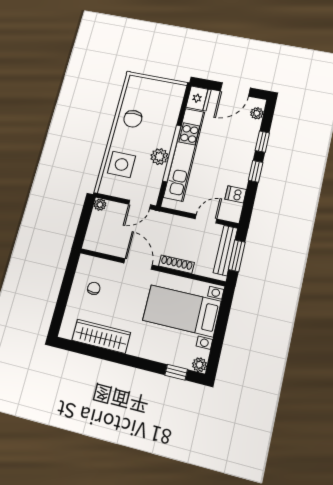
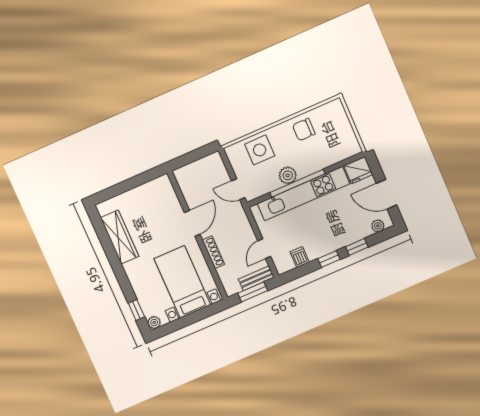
plant: (100, 205) -> (216, 158), removed
door: (206, 219) -> (264, 249), swing flipped
bench: (225, 250) -> (256, 278), width x0.73
chair: (94, 288) -> (149, 204), removed

